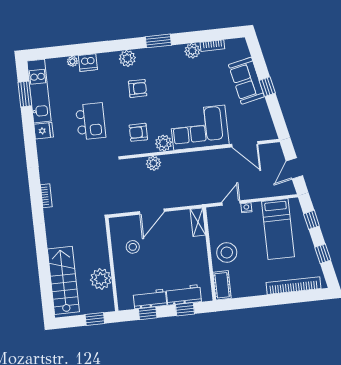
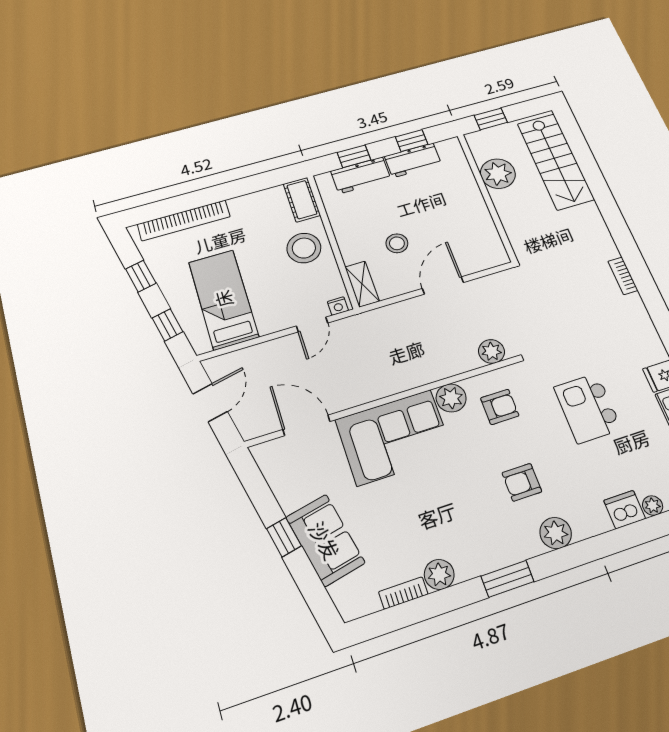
plant: (153, 163) -> (491, 351), moved
nightstand: (246, 208) -> (338, 306), moved
stool: (133, 247) -> (397, 243), moved

